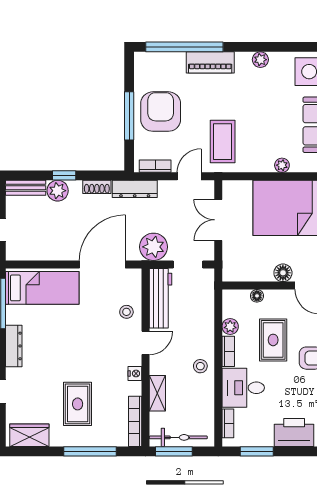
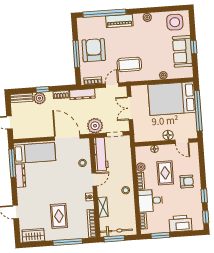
coffee table: (223, 142) -> (129, 64), turned 90
door: (102, 264) -> (67, 138), hinge flipped
dresser: (14, 346) -> (20, 176), moved

